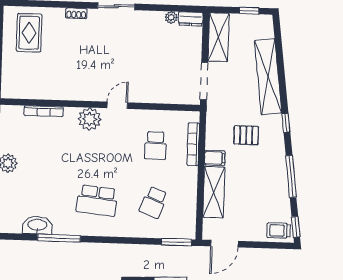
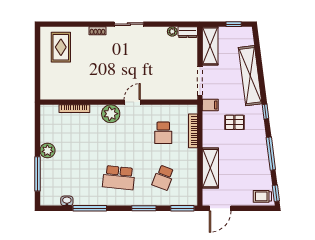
filing cabinet: (215, 158) -> (210, 105), moved
washbasin: (37, 225) -> (67, 201), width x0.52, depth x0.69
window: (128, 240) -> (144, 208), added

